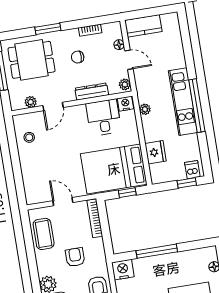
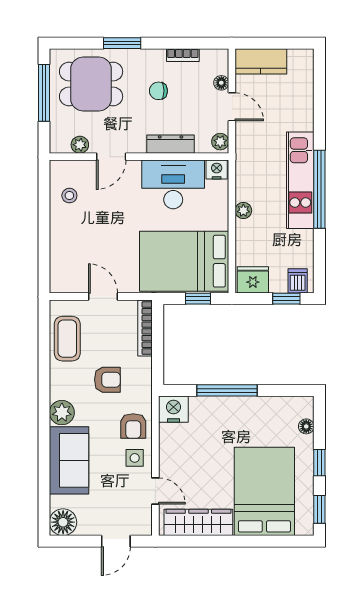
plant: (145, 109) -> (243, 211), moved
desk: (104, 117) -> (173, 184), width x1.37
fridge: (156, 152) -> (253, 280), moved, turned -90
armchair: (75, 257) -> (107, 380), turned 90

